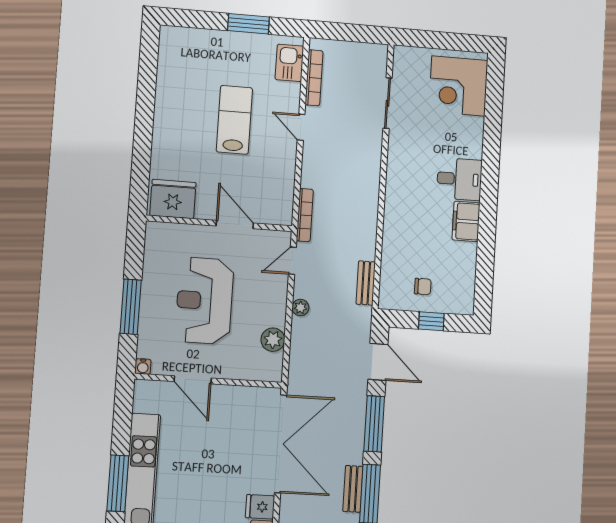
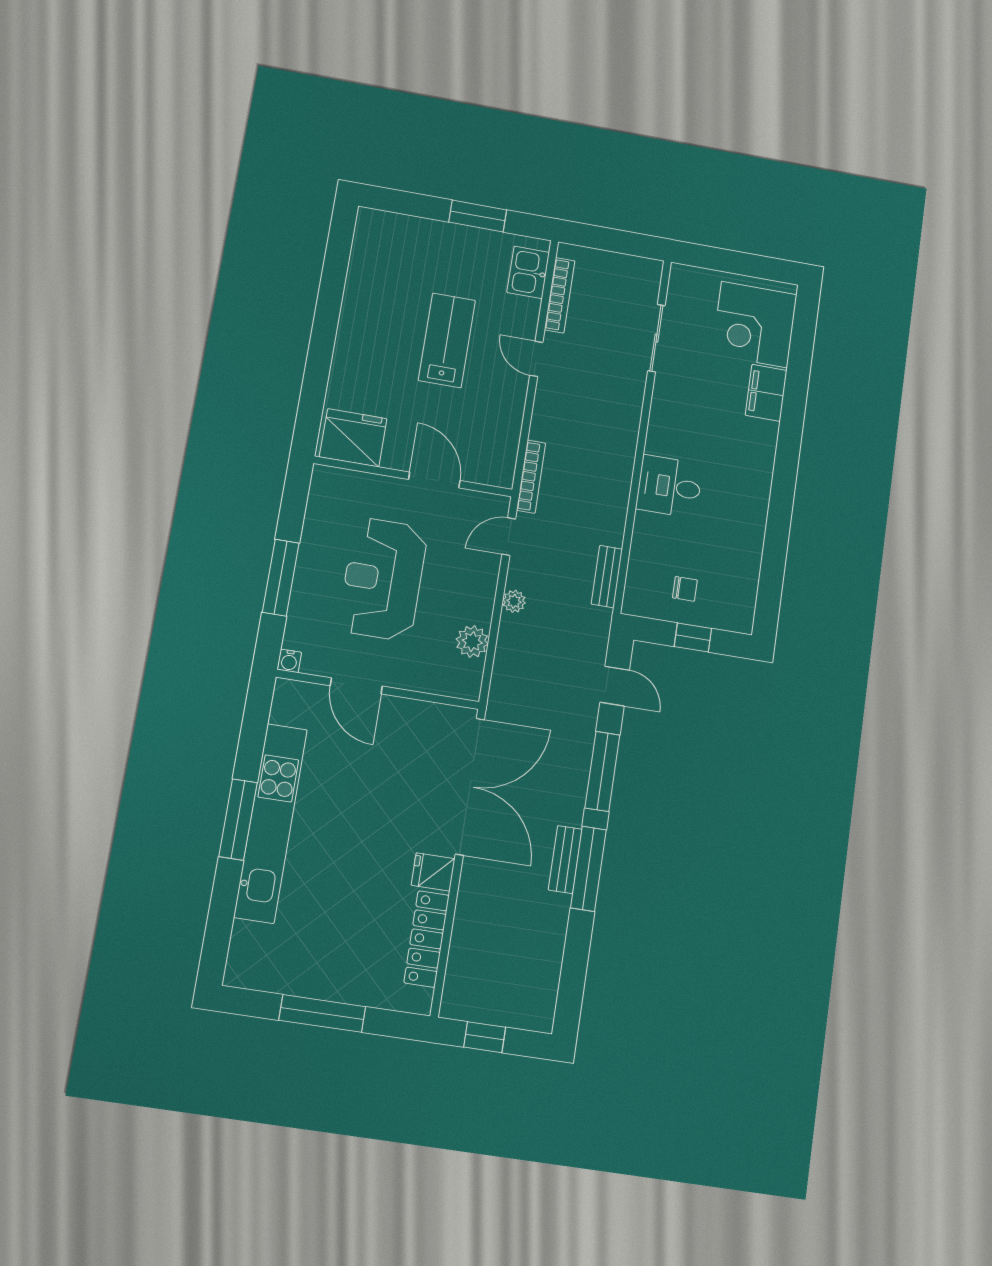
desk: (459, 179) -> (669, 486), moved, turned 180
filing cabinet: (466, 221) -> (766, 393), moved
door: (378, 362) -> (615, 686), width x0.73

